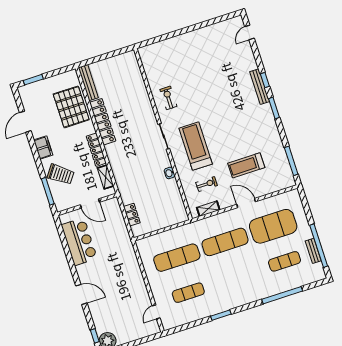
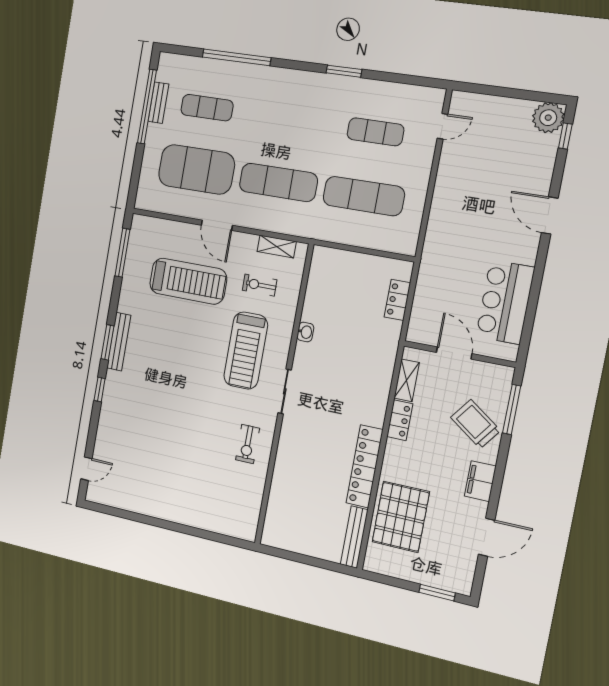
bench: (260, 87) -> (119, 342), moved
locker: (96, 150) -> (400, 420), width x0.66
treadmill: (246, 165) -> (188, 281), width x1.37, depth x1.38

